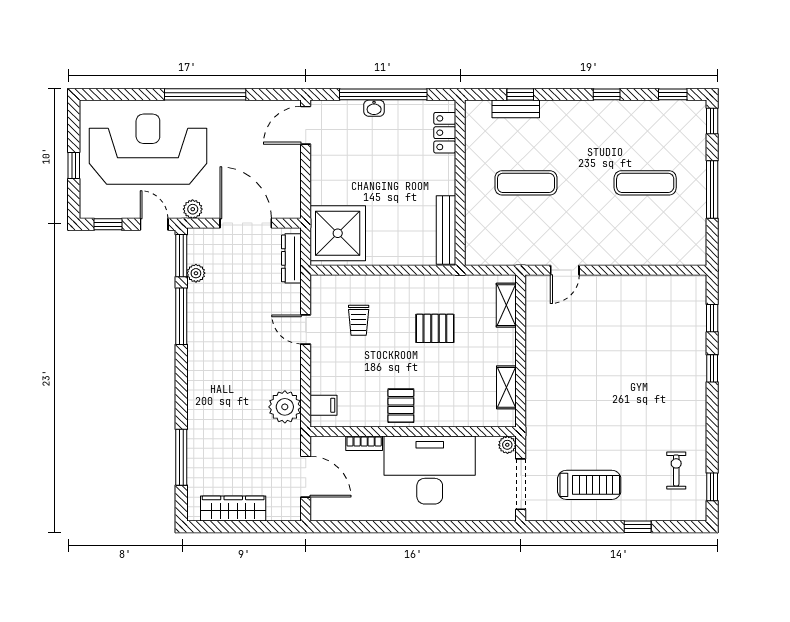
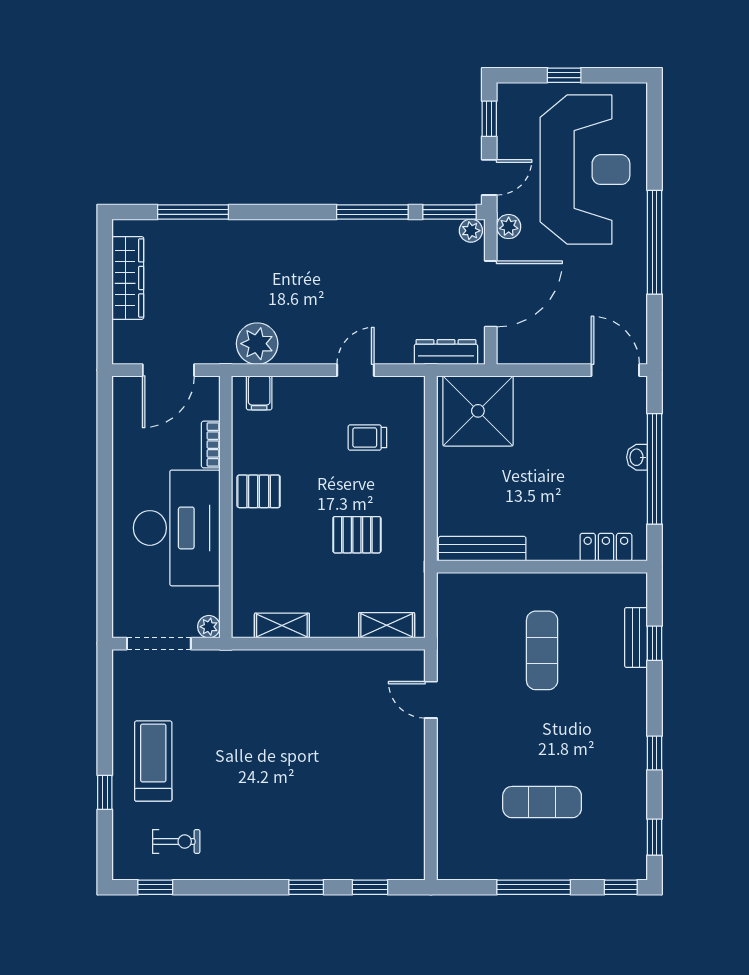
exercise mat: (645, 183) -> (542, 802), turned 90
plant: (196, 273) -> (471, 231), moved
pallet: (435, 328) -> (357, 535), turned 90
treadmill: (589, 485) -> (153, 761), moved, turned 180

